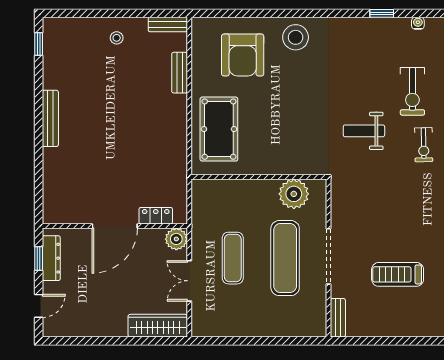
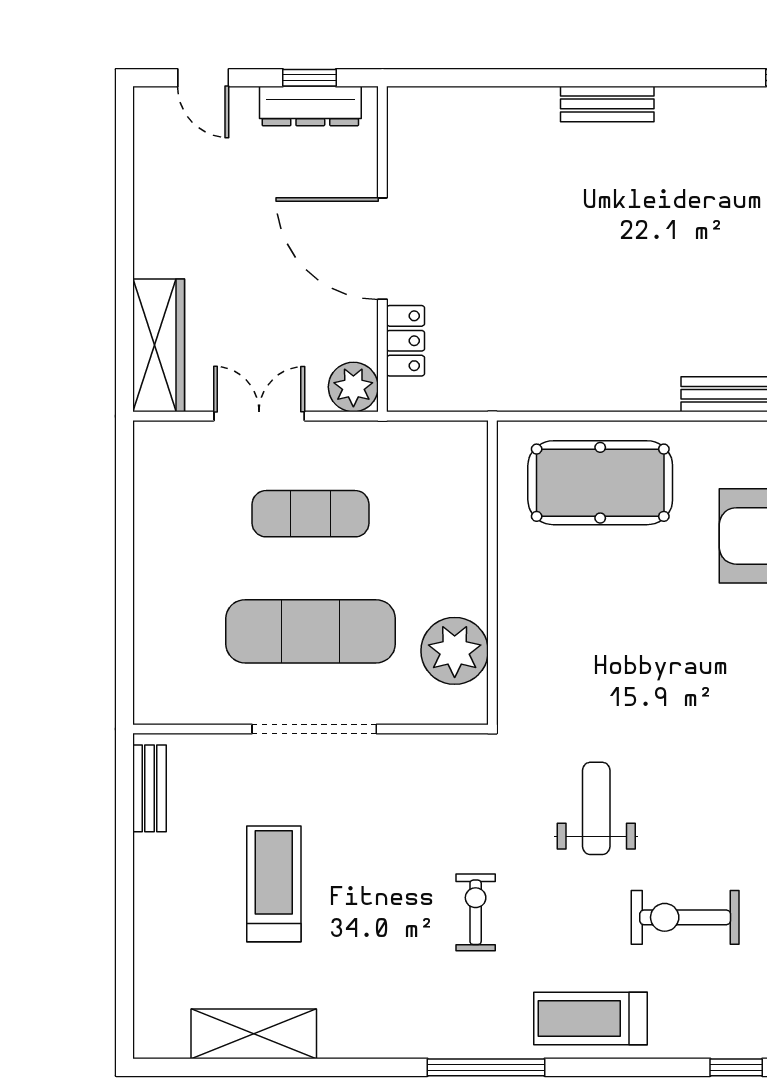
bench: (50, 118) -> (607, 104), width x0.73
exercise bike: (424, 145) -> (476, 912), moved, turned 91
bench: (338, 318) -> (150, 788), moved, turned 90

